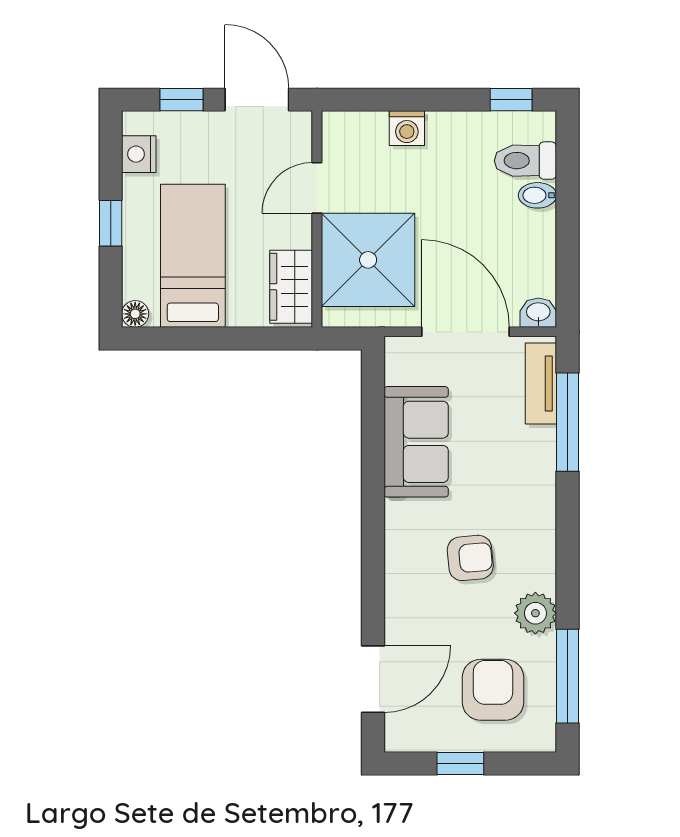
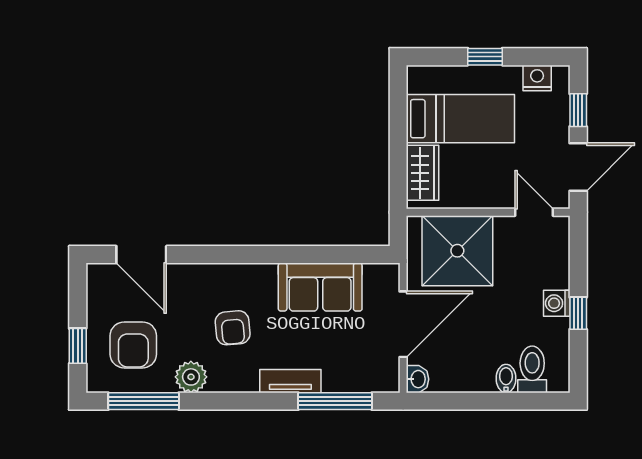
window: (511, 100) -> (578, 313), moved
washing machine: (407, 128) -> (557, 303), moved
door: (317, 188) -> (534, 212), moved
wardrobe: (291, 287) -> (423, 173), moved, turned 90
floor lamp: (135, 314) -> (417, 75), removed
tv unit: (541, 383) -> (290, 381), moved
armchair: (493, 690) -> (133, 345), turned 90
window: (460, 764) -> (78, 346), moved

